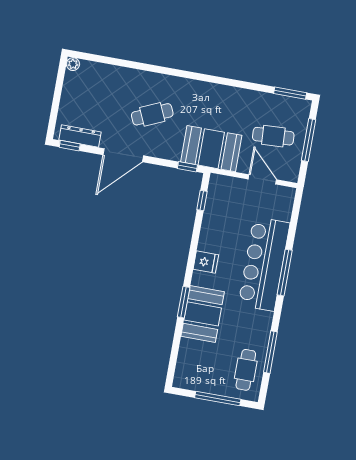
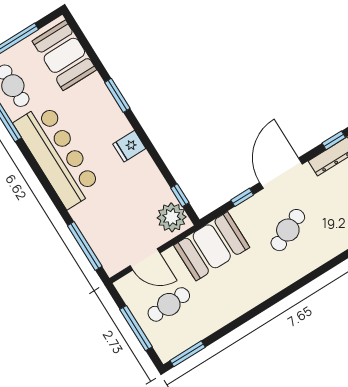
window: (187, 167) -> (242, 197), moved
plant: (220, 191) -> (172, 217), added
bar counter: (264, 264) -> (57, 155), moved
window: (285, 273) -> (85, 246), moved
booth: (203, 314) -> (64, 55), moved

